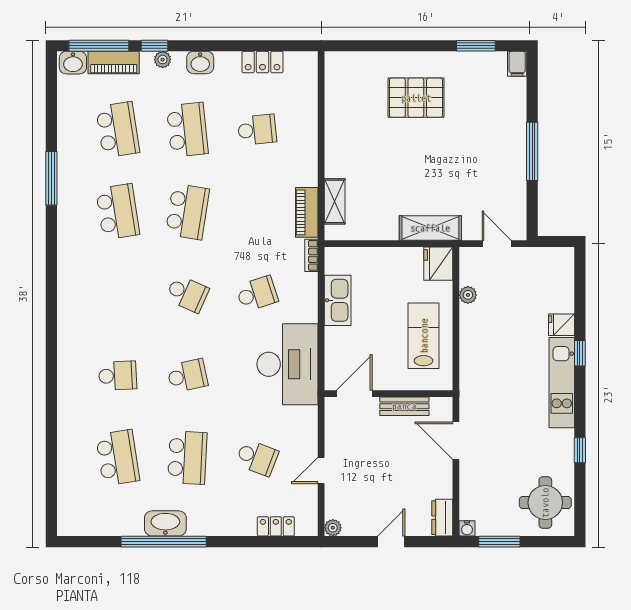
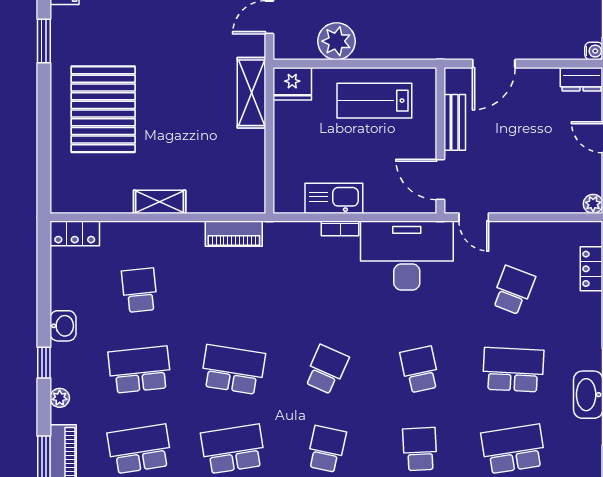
window: (154, 46) -> (44, 363), moved
washbasin: (200, 62) -> (63, 326), moved
locker: (263, 62) -> (75, 233), moved, turned 90
pallet: (416, 98) -> (103, 109), width x1.37, depth x1.41
shelving: (335, 201) -> (160, 202), moved
bookcase: (311, 255) -> (340, 228), moved
school desk: (257, 294) -> (326, 449), moved, turned 30
plant: (468, 295) -> (337, 41), width x1.88, depth x1.88
door: (321, 470) -> (474, 217), moved

